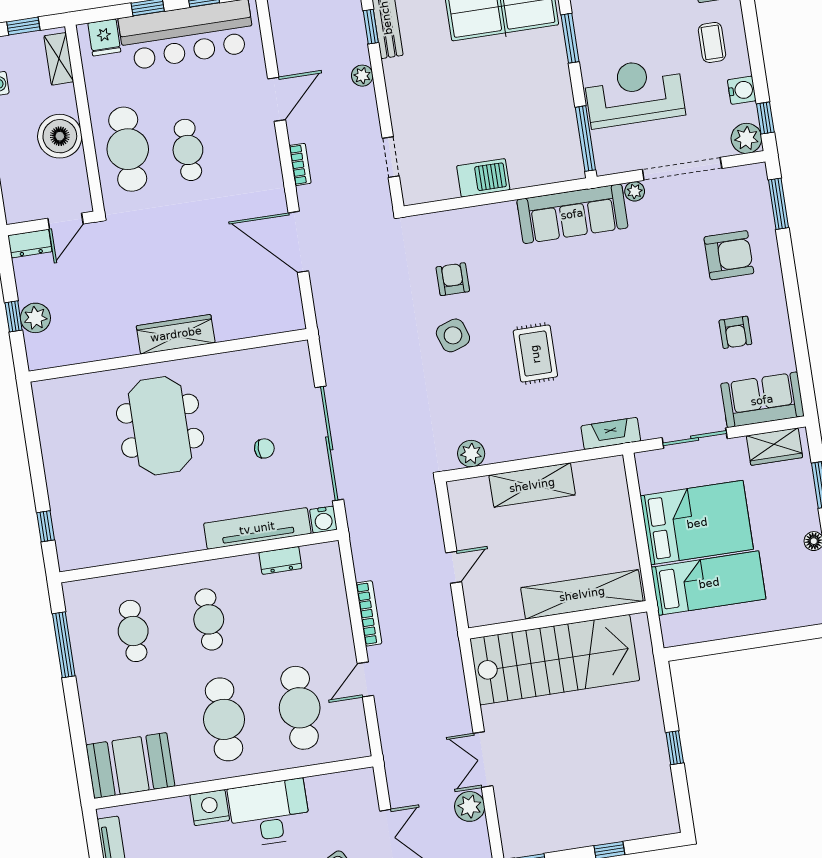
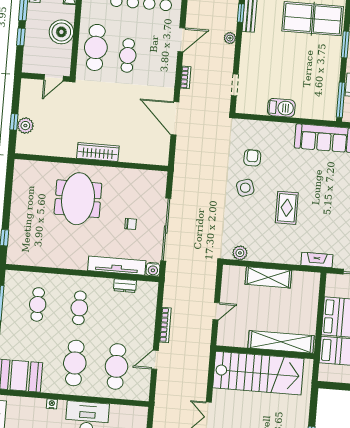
dresser: (30, 244) -> (32, 85), removed
nightstand: (210, 808) -> (52, 404), width x0.53, depth x0.56

